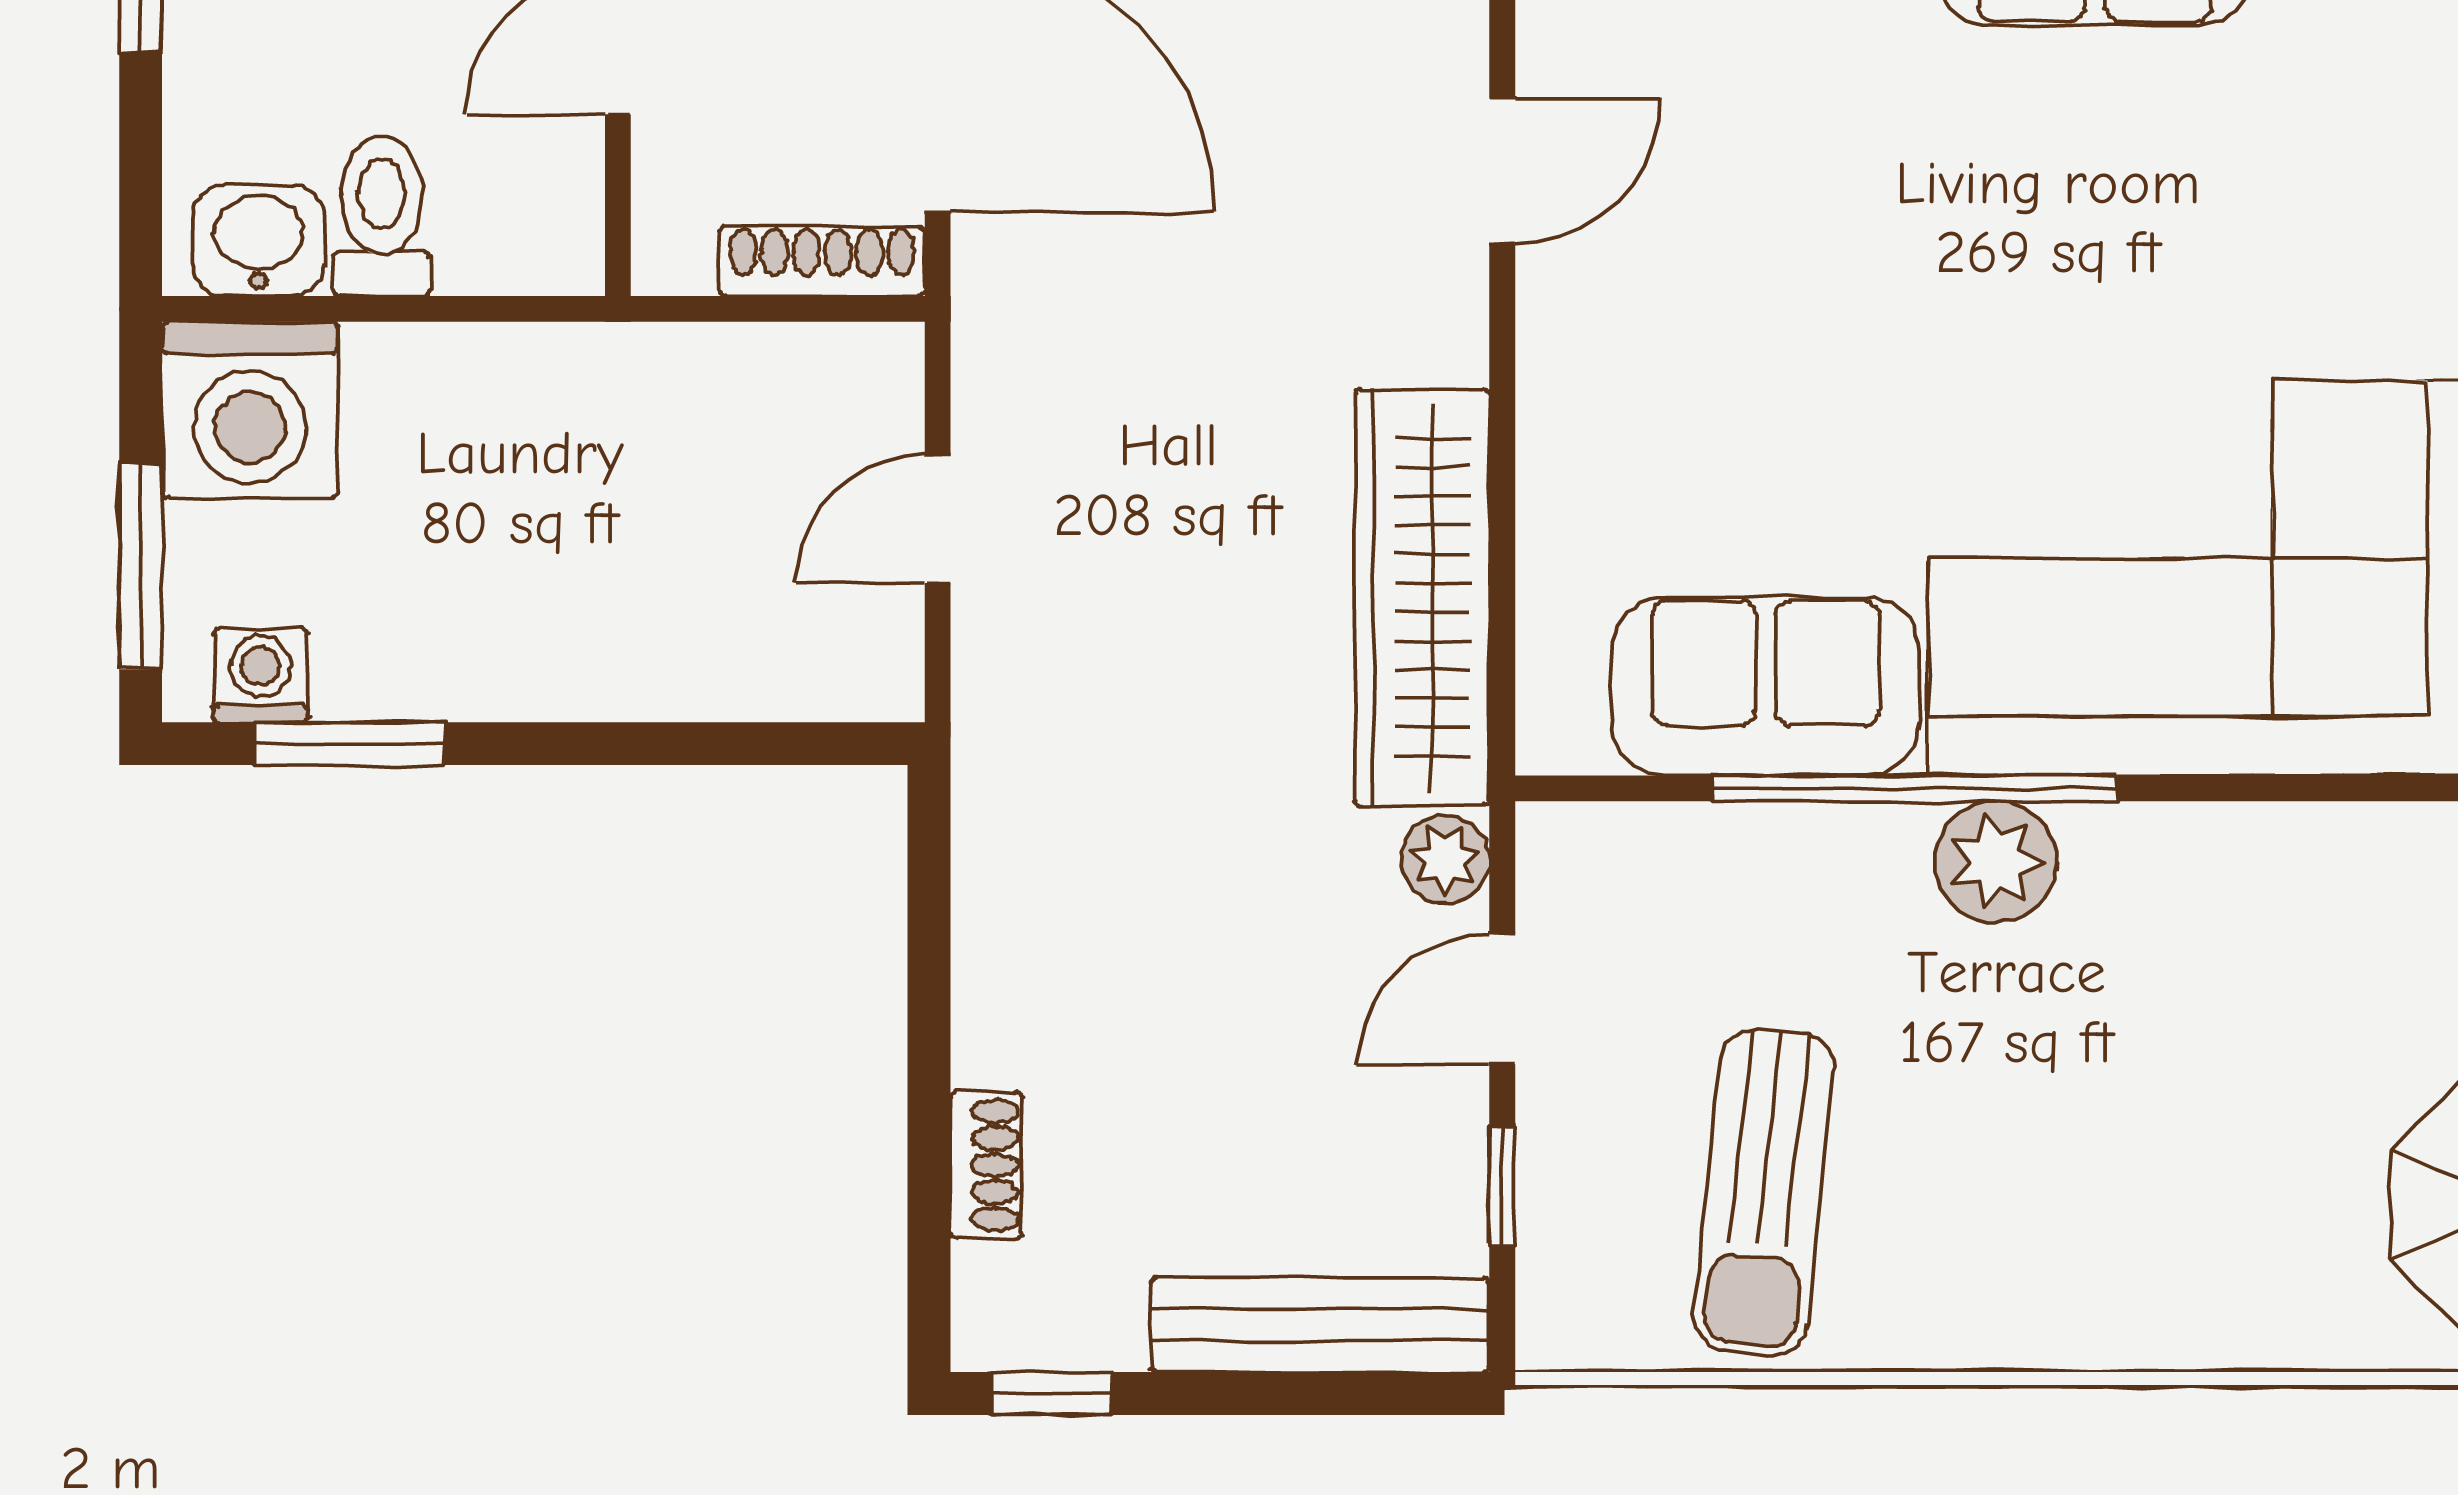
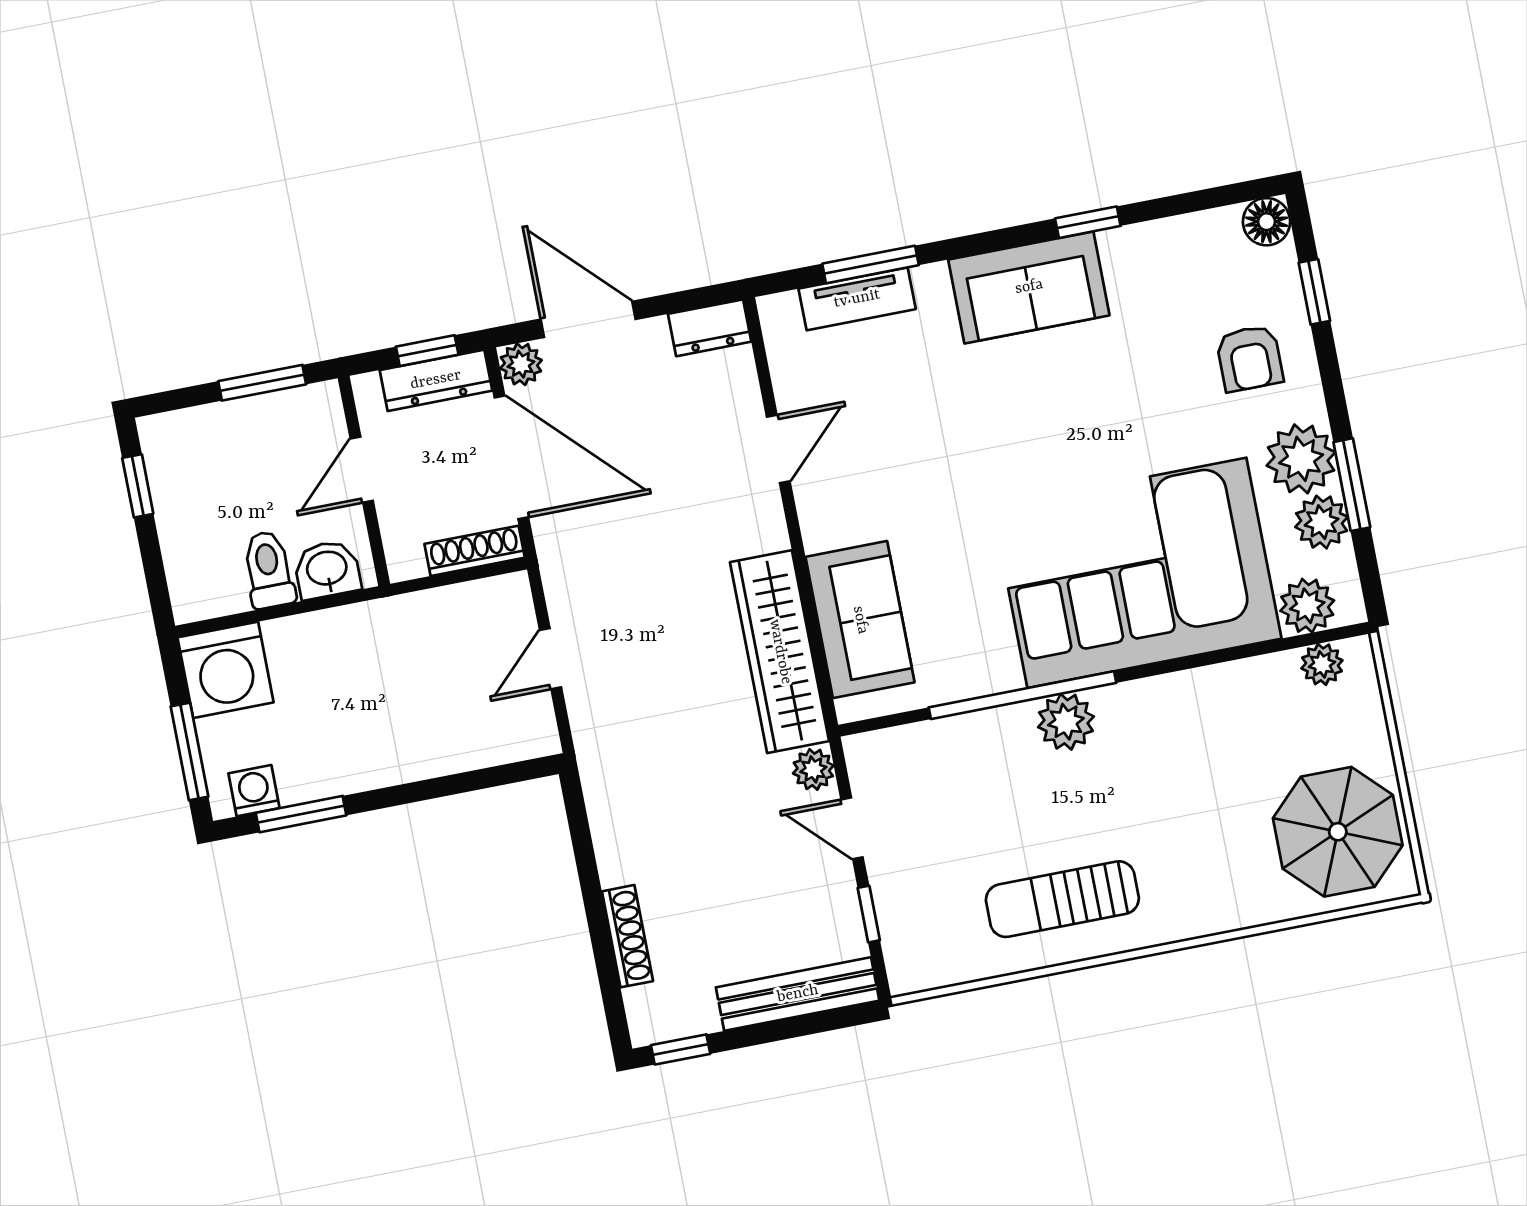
washbasin: (258, 240) -> (327, 570), moved
sofa: (1766, 686) -> (860, 620), moved, turned 90
door: (1502, 999) -> (852, 828), hinge flipped
shoe rack: (986, 1165) -> (627, 936), width x1.43
sun lounger: (1764, 1193) -> (1062, 899), moved, turned 84

